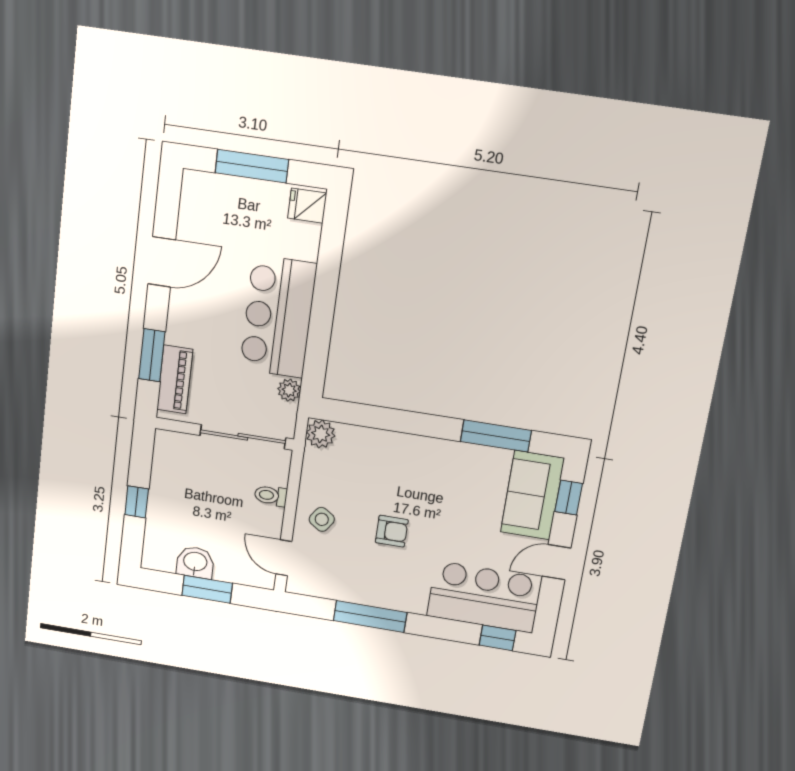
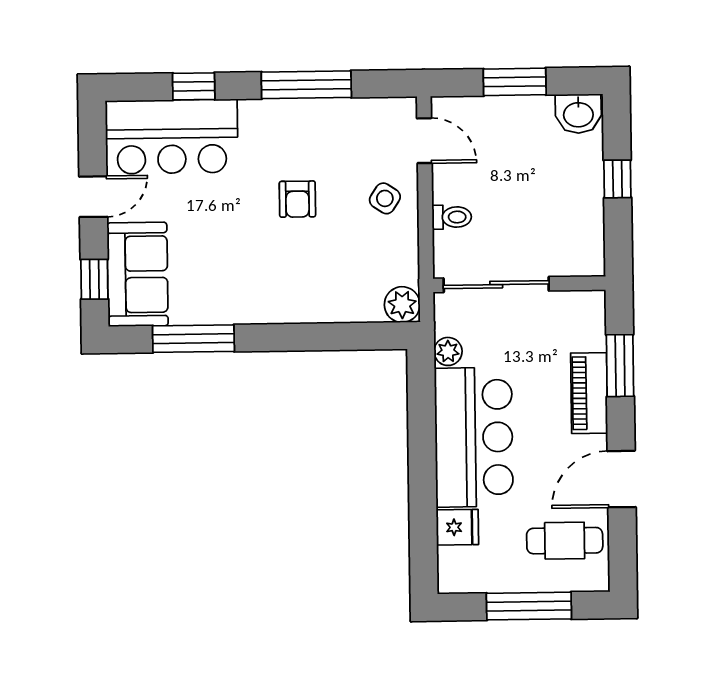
fridge: (307, 206) -> (457, 527), moved
cafe table: (215, 218) -> (565, 541), added
piano: (175, 379) -> (589, 393), moved
armchair: (392, 531) -> (297, 199), turned -90
washbasin: (195, 562) -> (578, 114), moved
window: (498, 638) -> (194, 86), moved

